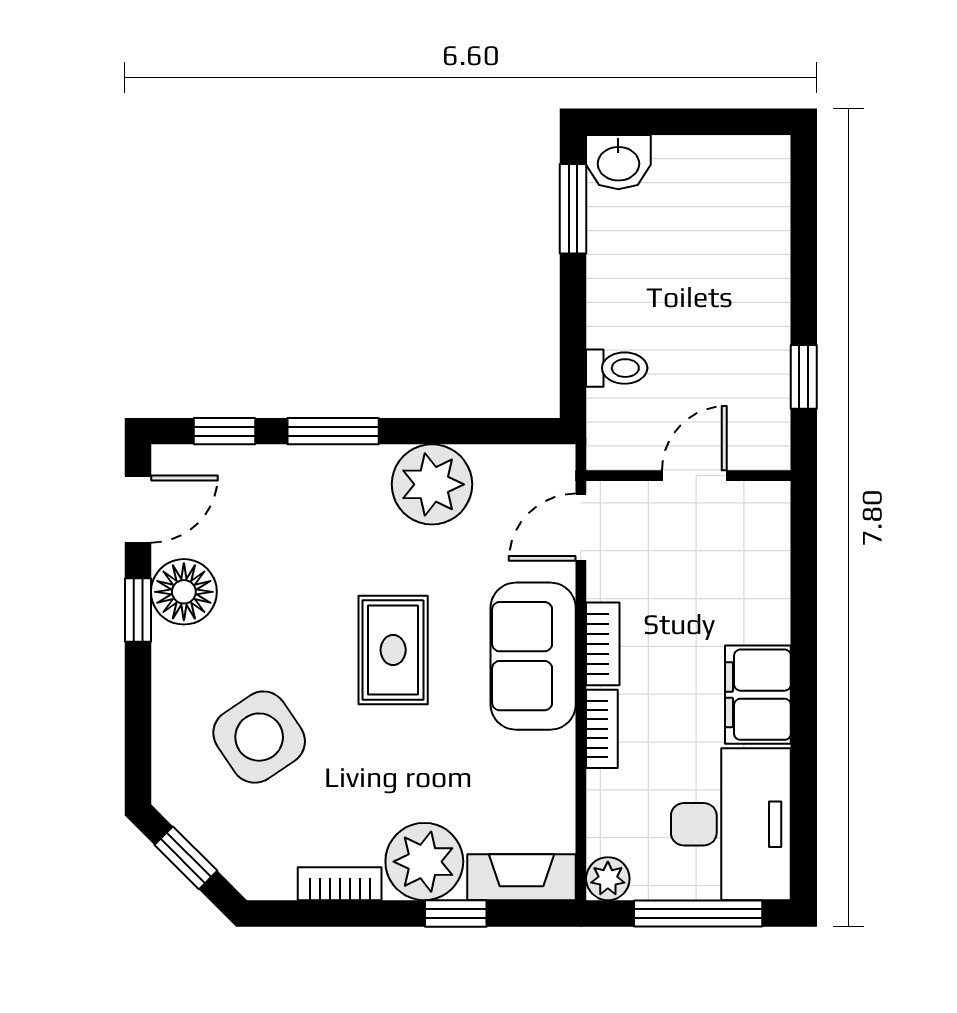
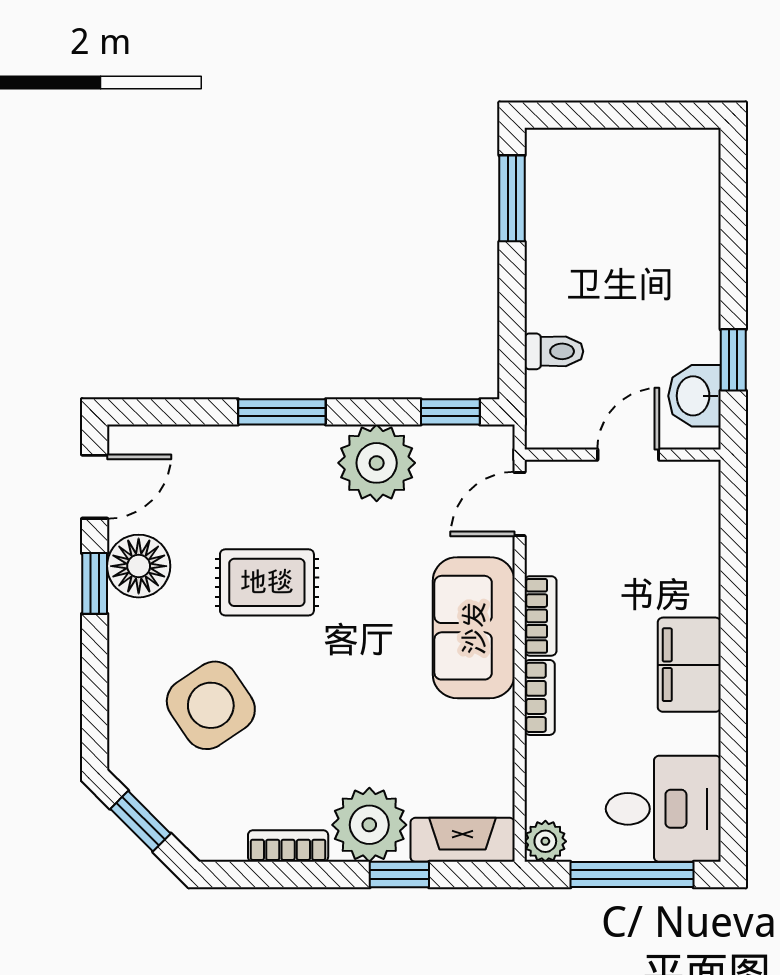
washbasin: (618, 162) -> (695, 396), moved, turned 90
window: (225, 431) -> (450, 412), moved
rug: (393, 650) -> (267, 582), moved, turned 90
desk: (731, 824) -> (663, 809), width x0.73

